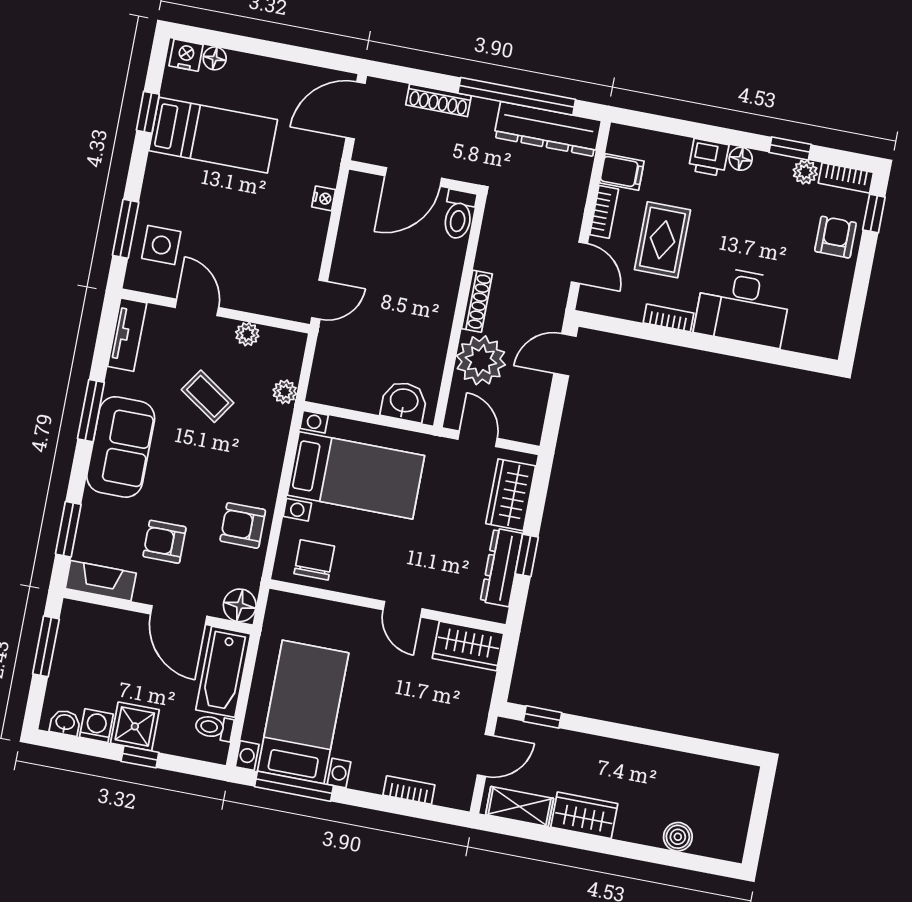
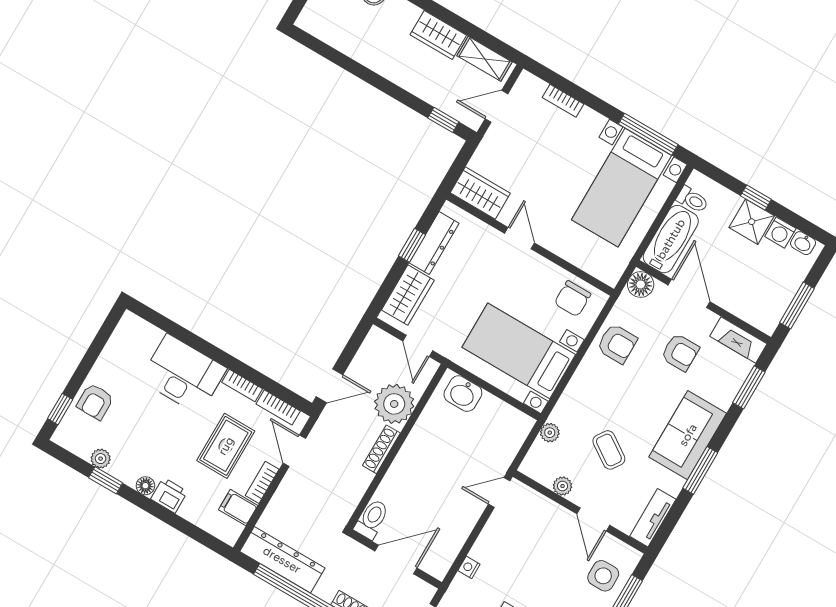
bookcase: (846, 178) -> (278, 407), moved, turned 180

